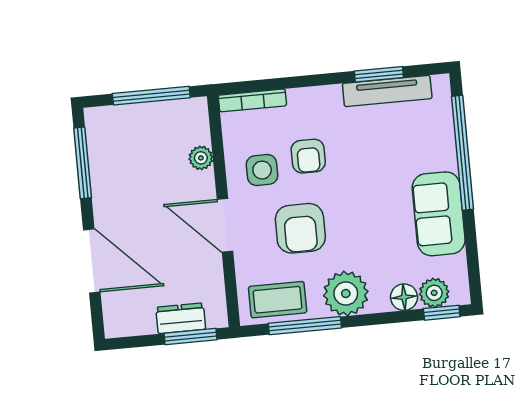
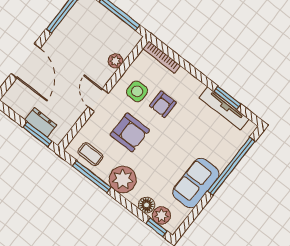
door: (225, 225) -> (98, 100), width x0.73
armchair: (300, 228) -> (130, 132), turned -90
coffee table: (278, 300) -> (90, 154), width x0.73, depth x0.77

